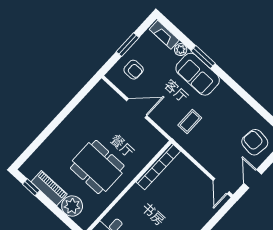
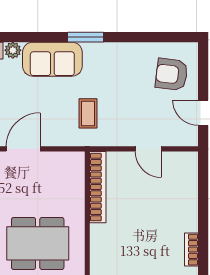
window: (203, 57) -> (86, 37), moved
door: (221, 186) -> (148, 149), moved

